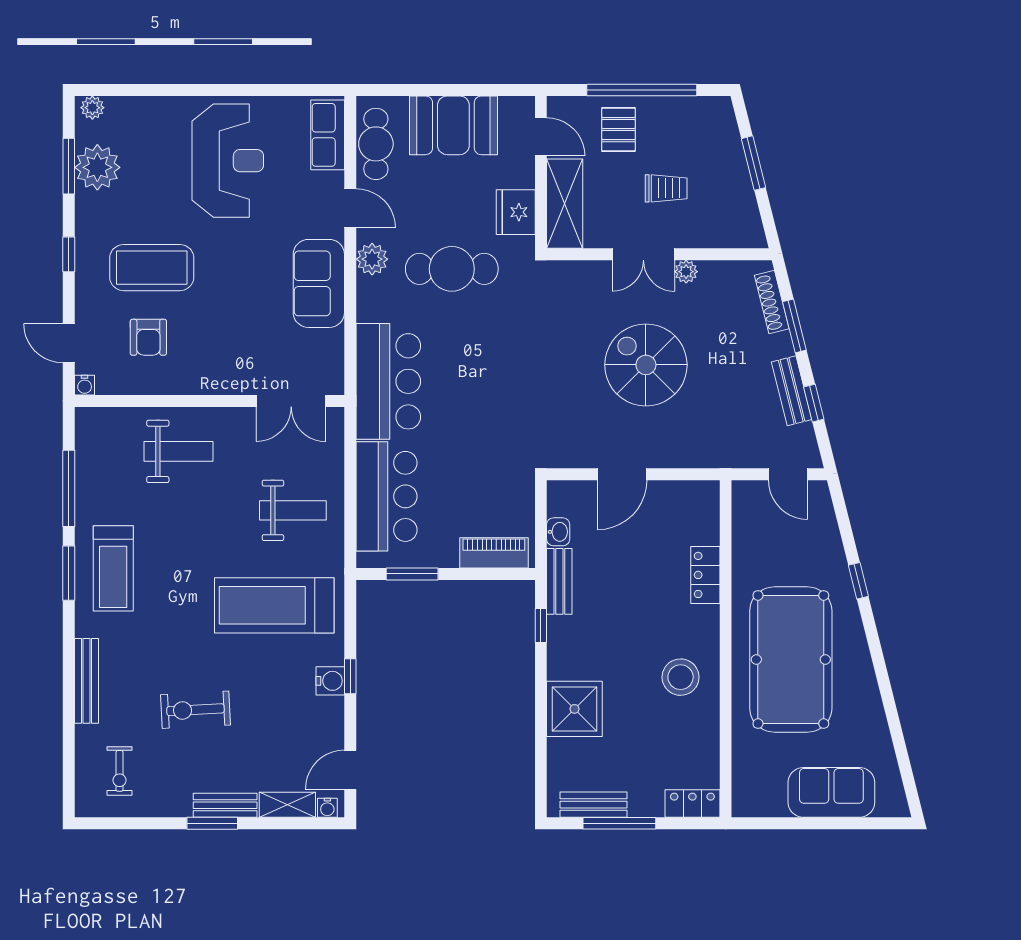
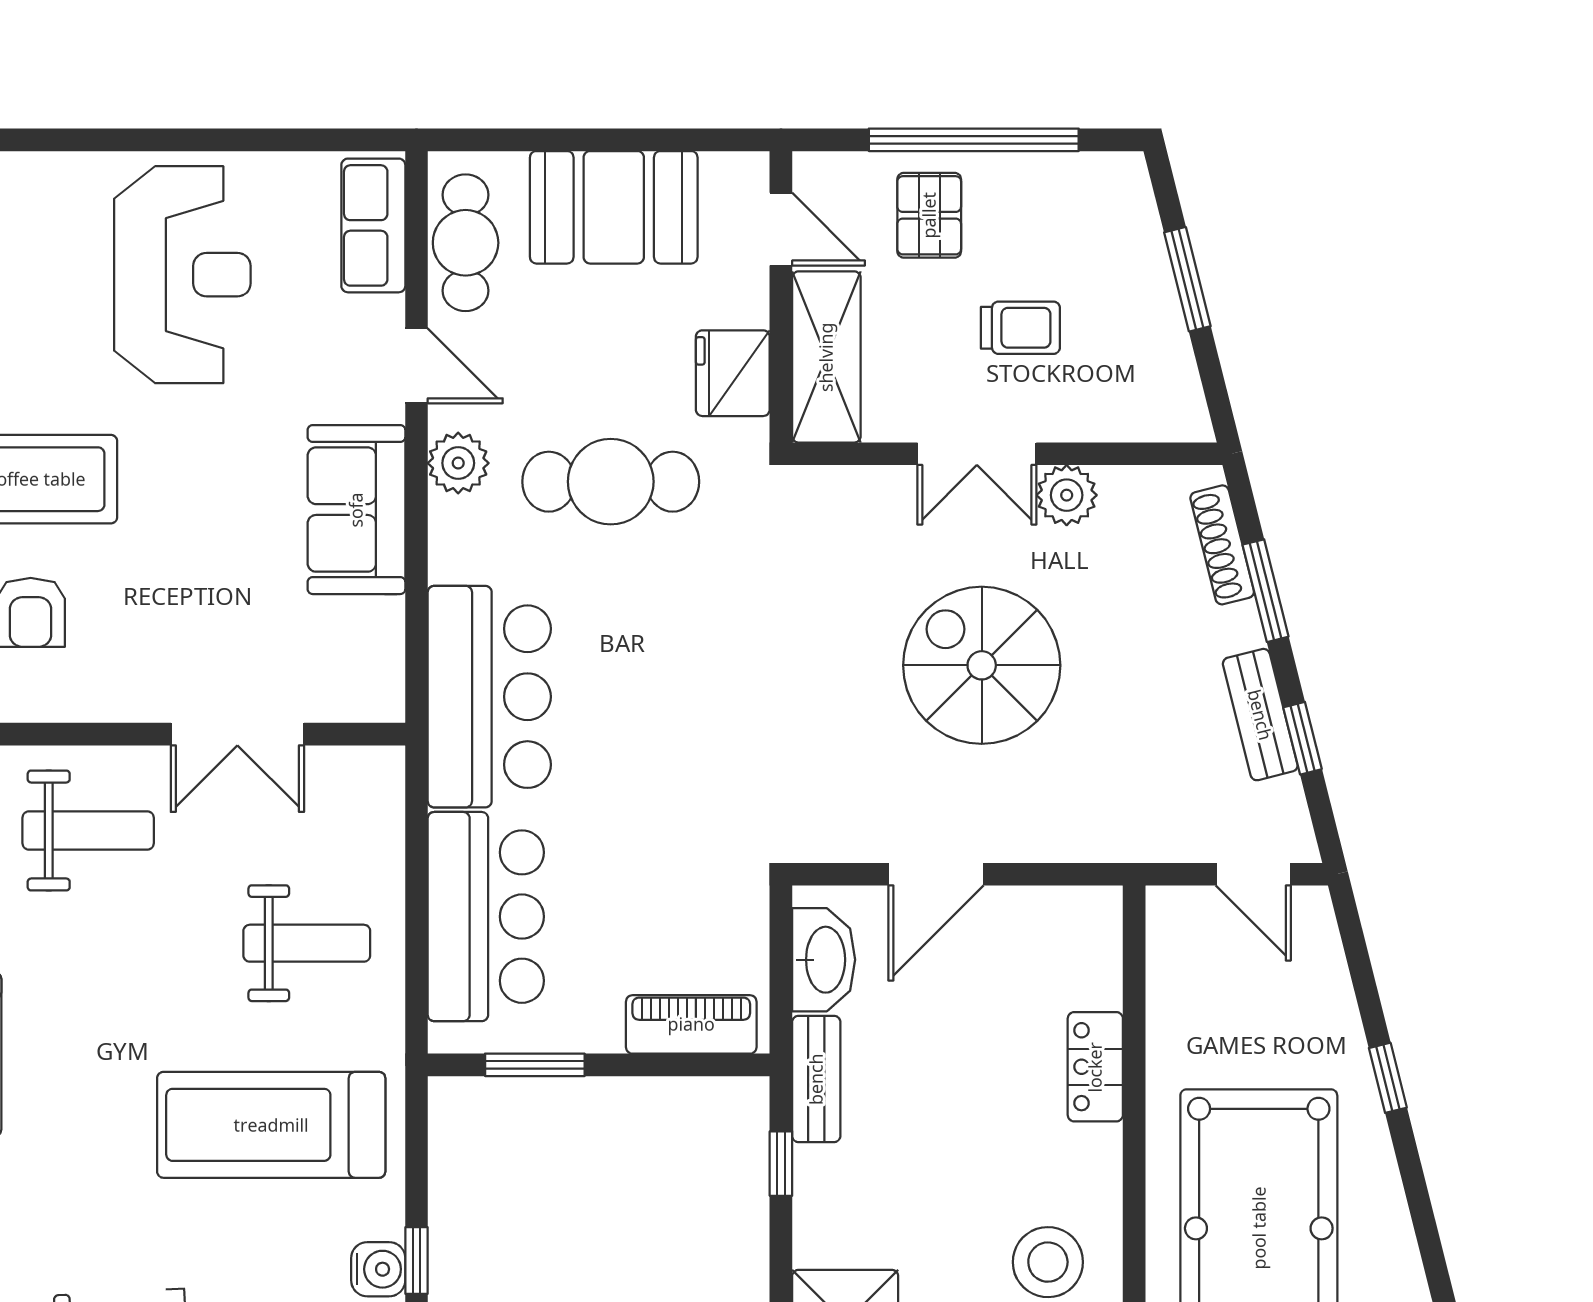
plant: (686, 272) -> (1067, 495), width x1.38, depth x1.38
double door: (291, 401) -> (237, 734), moved
washbasin: (558, 532) -> (824, 960), width x1.91, depth x1.45

